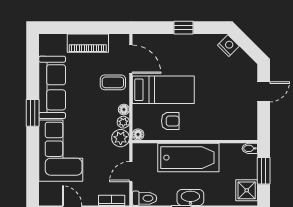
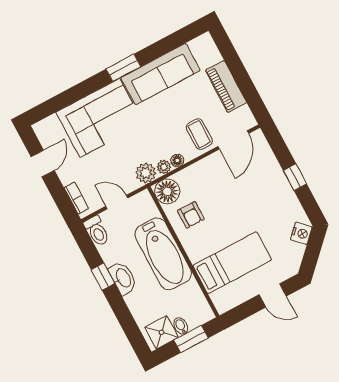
bed: (163, 90) -> (232, 263), moved, turned -90
floor lamp: (138, 134) -> (167, 191), width x1.89, depth x1.89
bidet: (250, 148) -> (181, 326), moved

